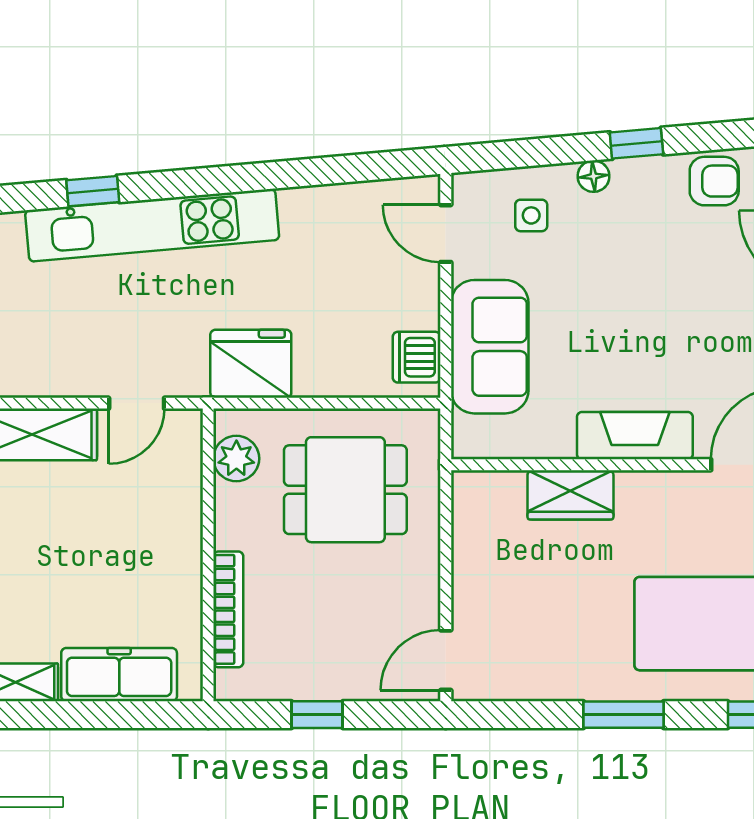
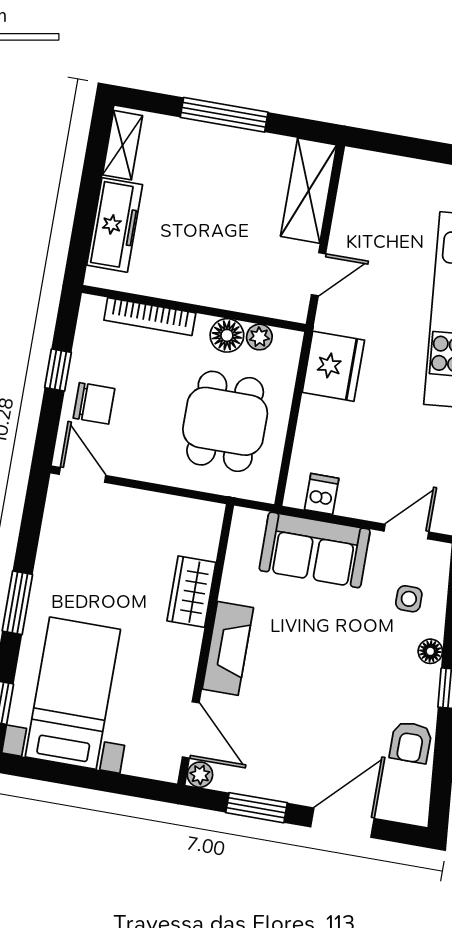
dishwasher: (417, 357) -> (322, 494), width x0.73
door: (137, 403) -> (319, 274), swing flipped
plant: (236, 459) -> (259, 337), width x0.73, depth x0.73
floor lamp: (235, 507) -> (227, 335), added
chair: (352, 661) -> (94, 403), added

